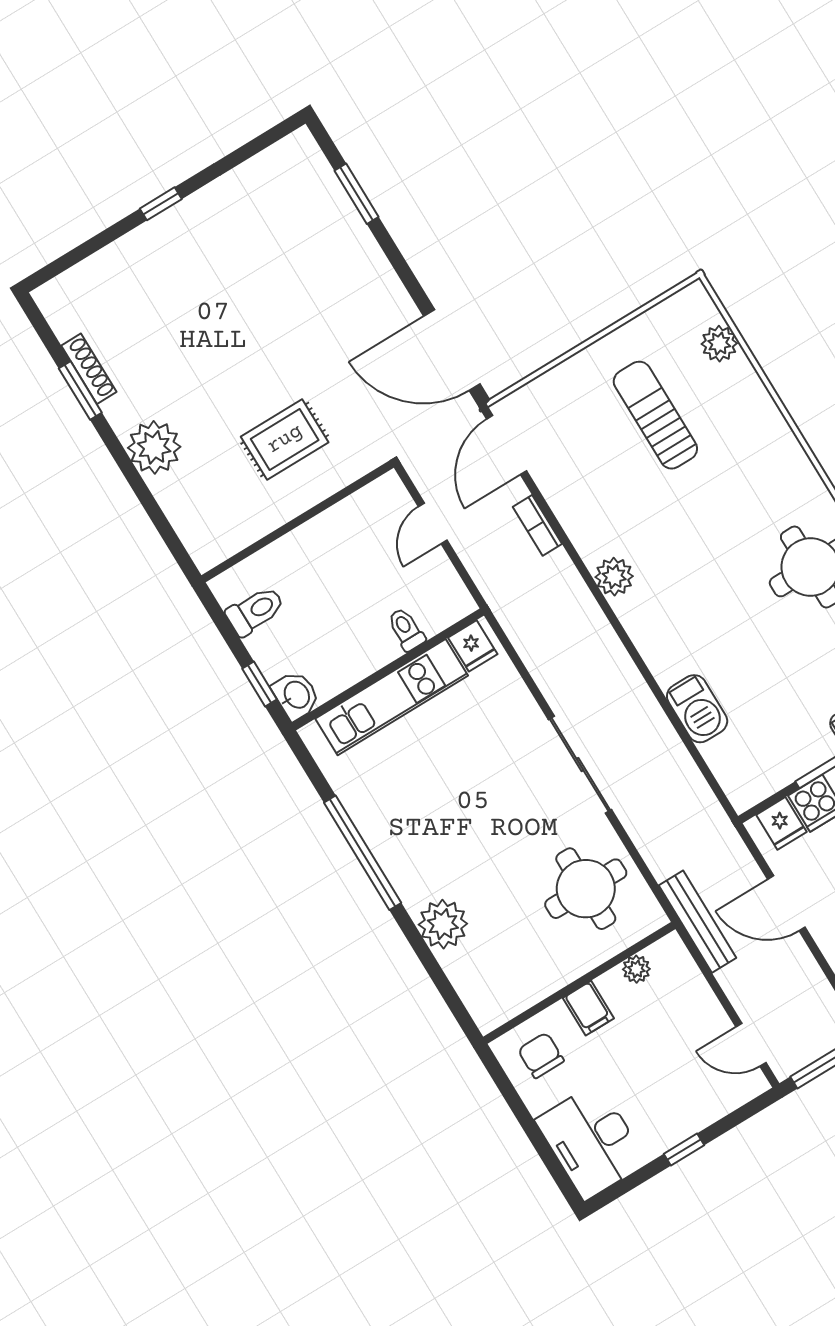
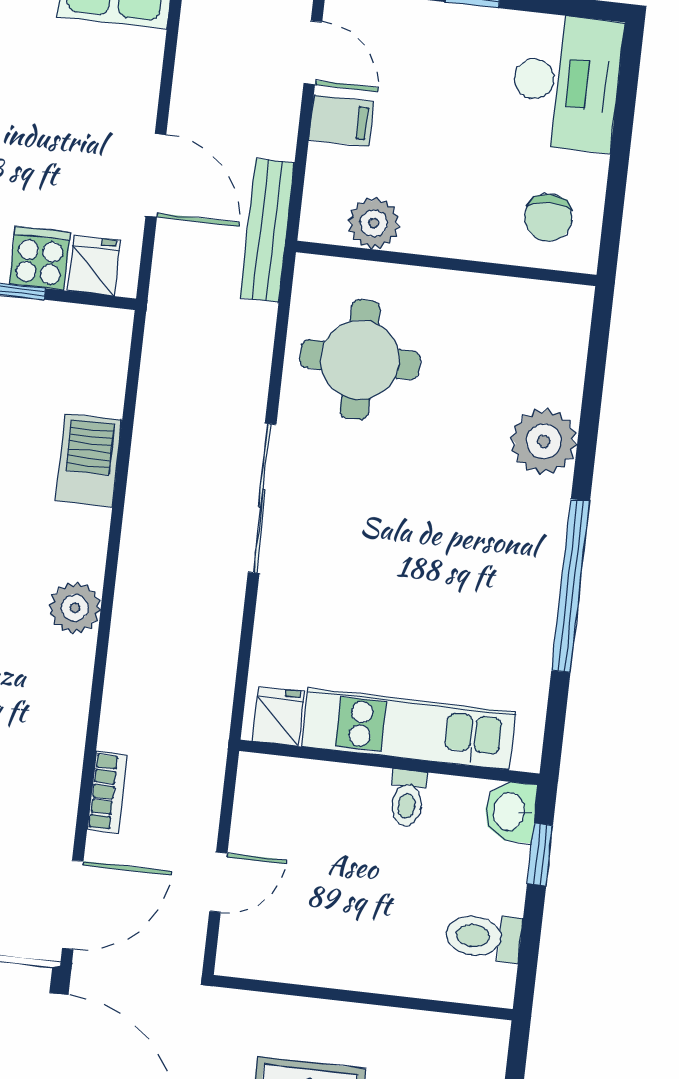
plant: (614, 577) -> (75, 608), moved
toilet: (406, 629) -> (408, 798), moved
plant: (636, 969) -> (374, 223), width x1.38, depth x1.38
filing cabinet: (588, 1008) -> (341, 121), moved, turned 90

